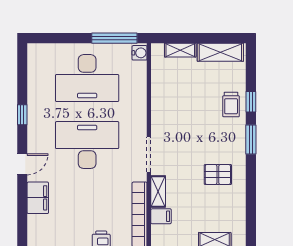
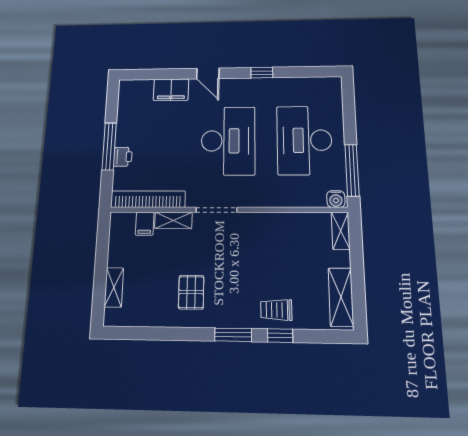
shelving: (180, 50) -> (341, 231), moved

